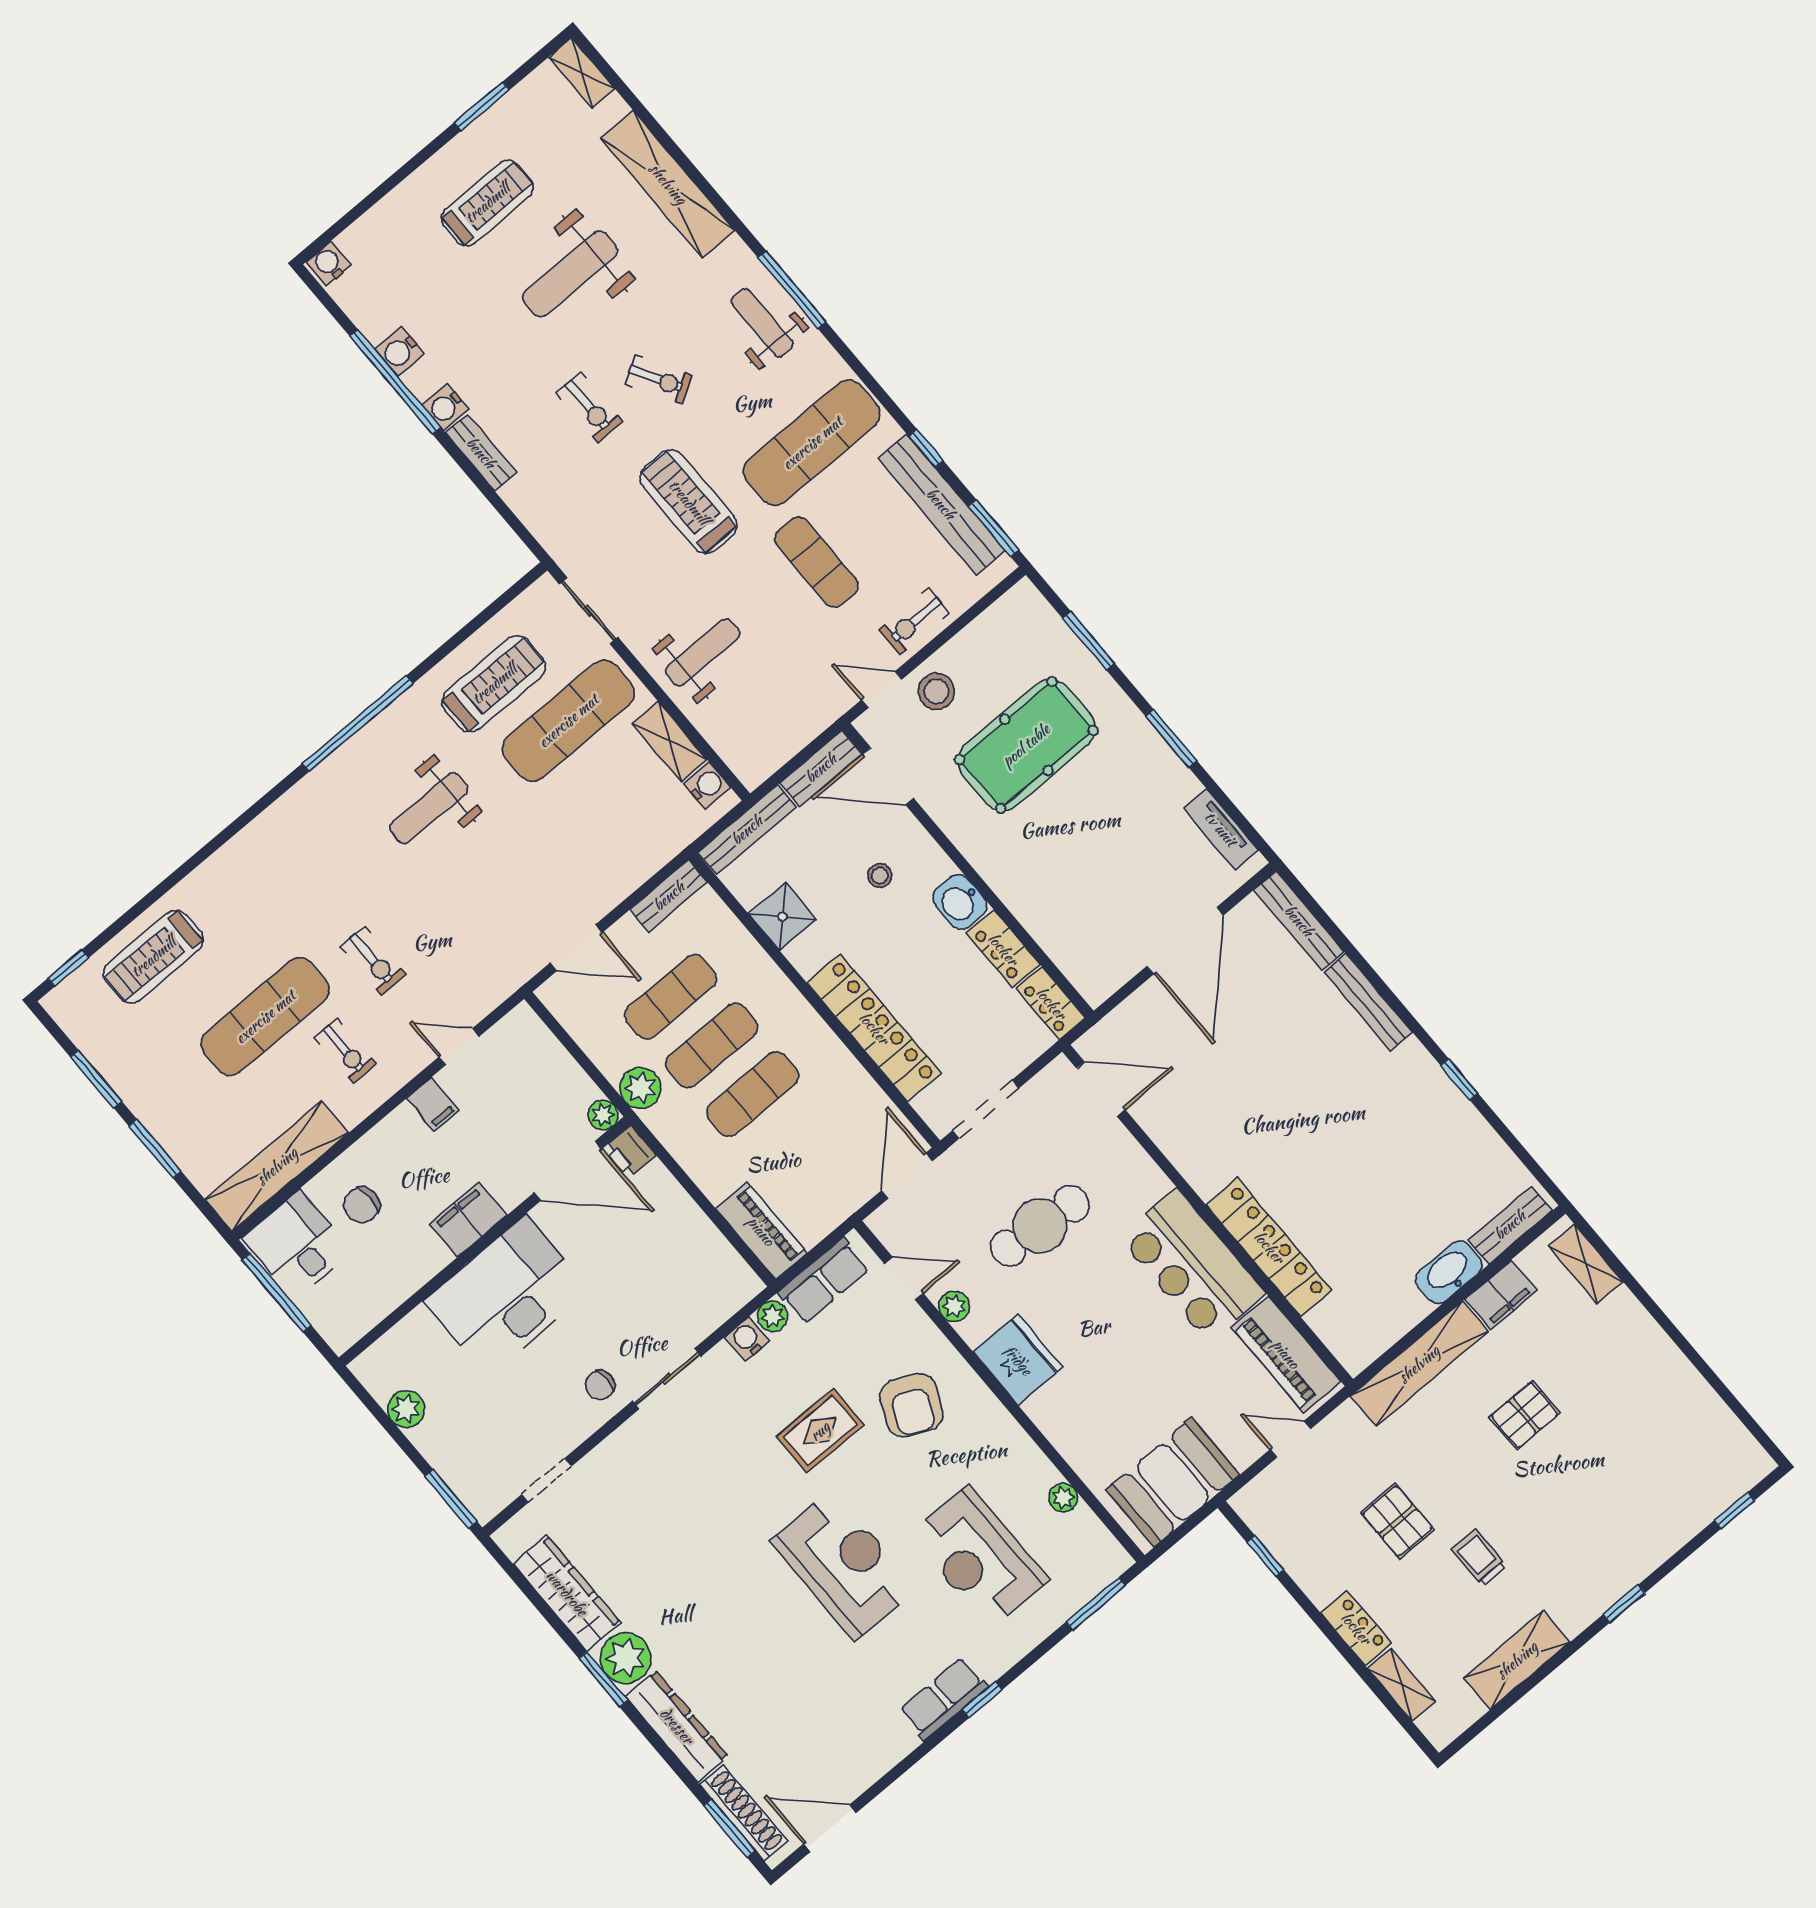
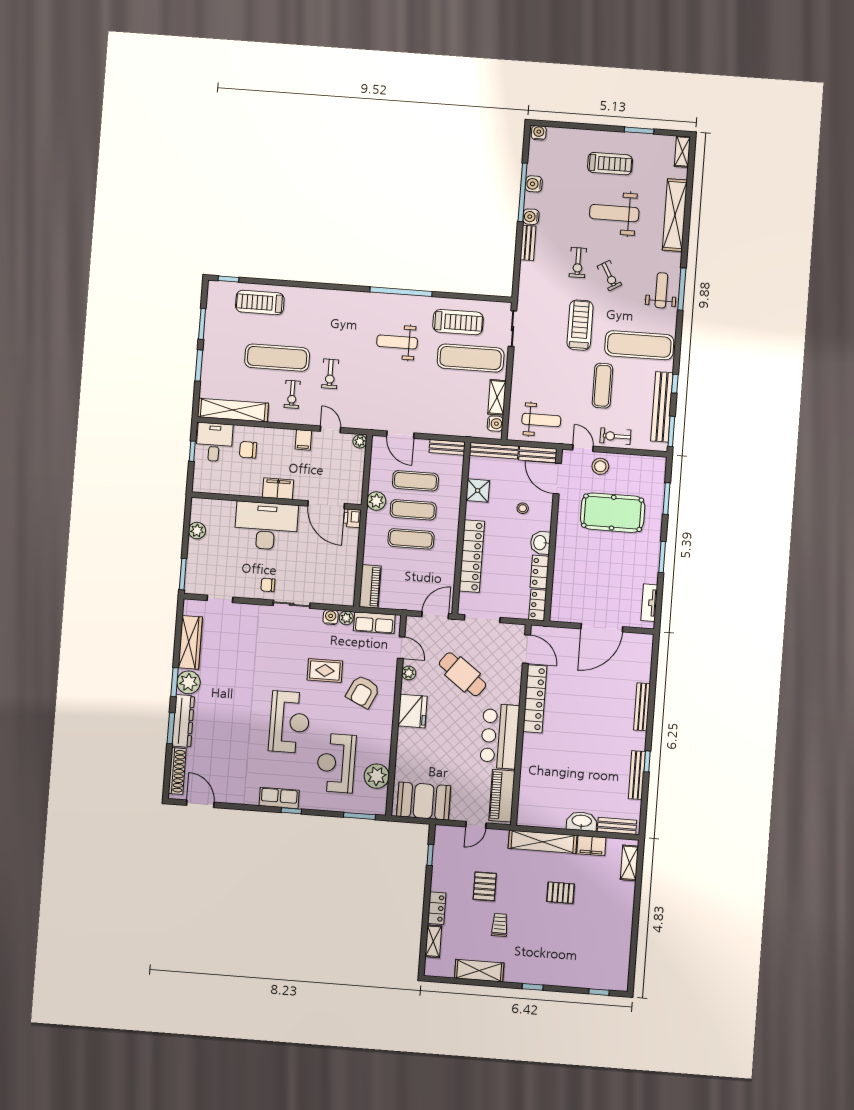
weight bench: (703, 652) -> (541, 420), moved
bench: (1299, 921) -> (637, 775), moved
plant: (603, 1115) -> (360, 441), moved
cafe table: (1040, 1226) -> (463, 674), turned 32
locker: (1269, 1247) -> (535, 699), moved
window: (277, 1293) -> (192, 451), width x0.46
door: (1290, 1439) -> (476, 825), swing flipped
plant: (1063, 1498) -> (377, 776), width x1.87, depth x1.87
window: (729, 1828) -> (171, 728), moved

